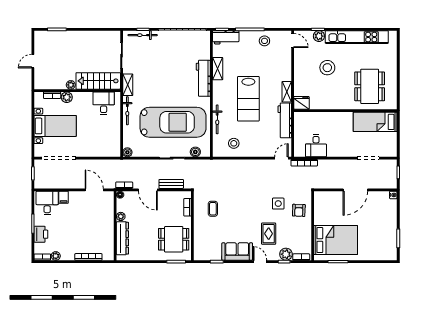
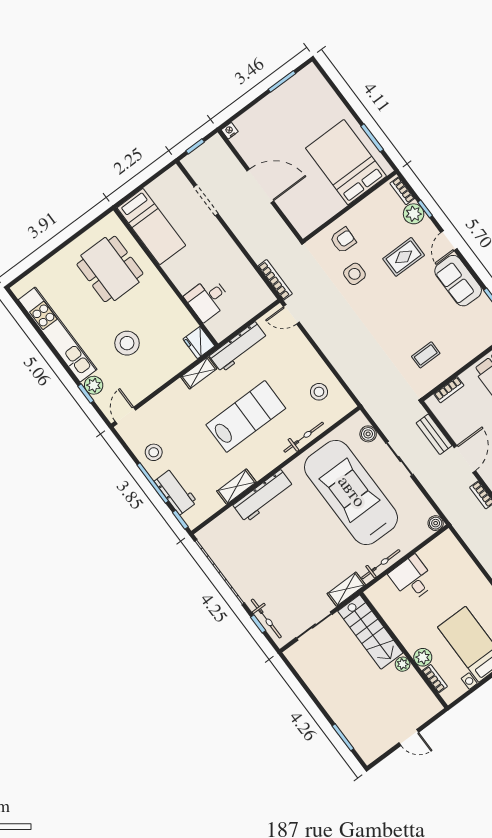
workbench: (226, 37) -> (176, 492), moved
dining table: (370, 86) -> (110, 269), turned 90
desk: (104, 103) -> (412, 579), moved, turned 90
desk: (316, 146) -> (208, 299), moved, turned 180

